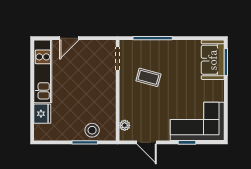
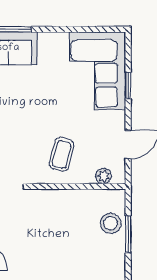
coffee table: (148, 77) -> (62, 154), moved

